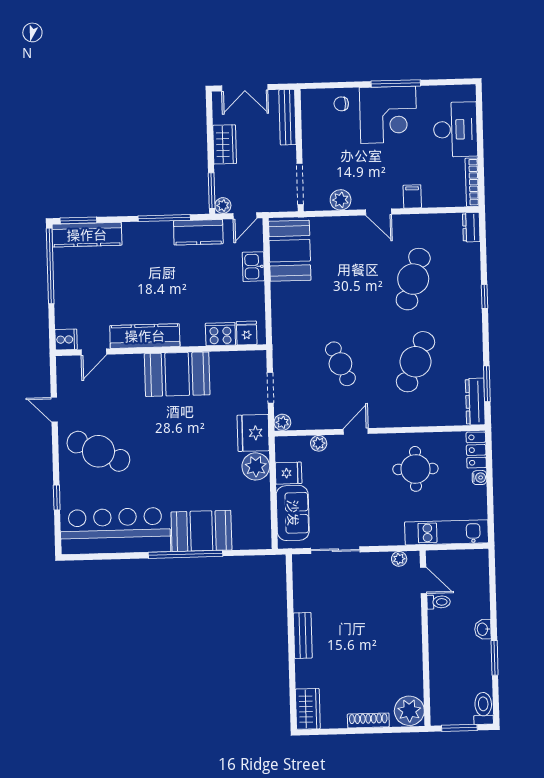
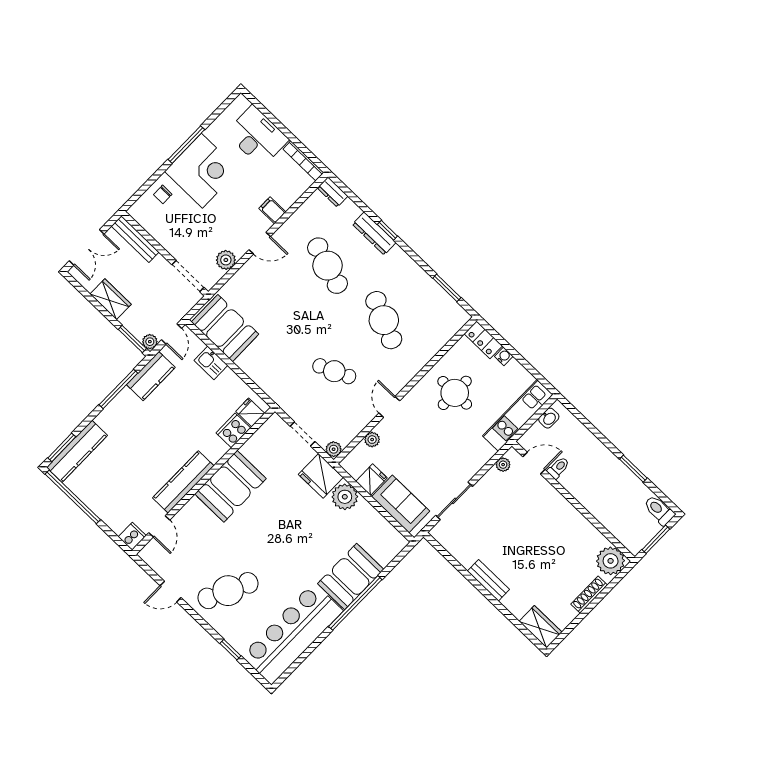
dresser: (475, 402) -> (374, 233), moved
washbasin: (483, 629) -> (549, 418), moved, turned -90

